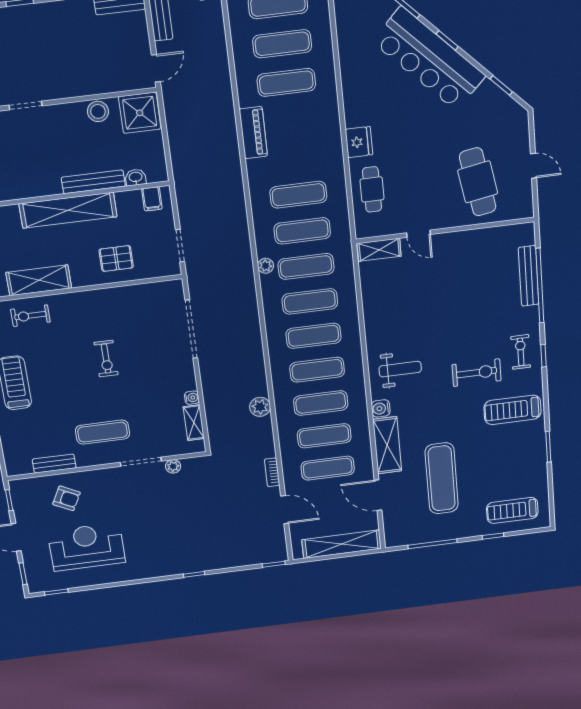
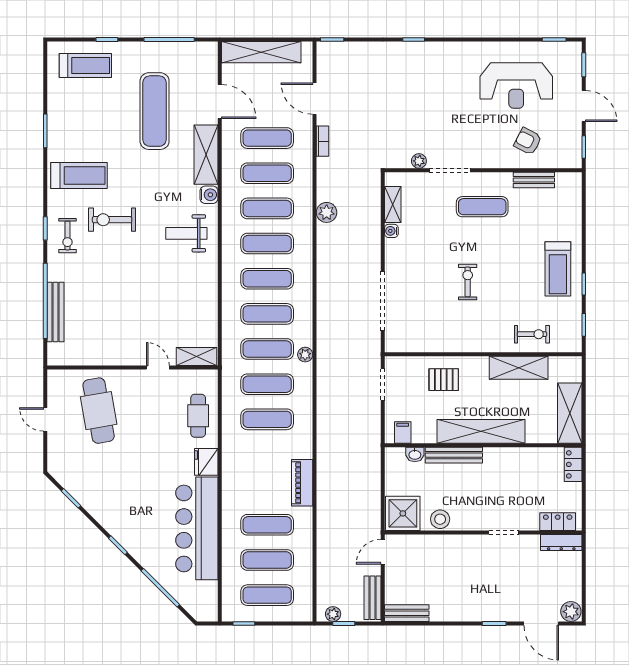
bar counter: (429, 59) -> (197, 528), moved, turned -135

